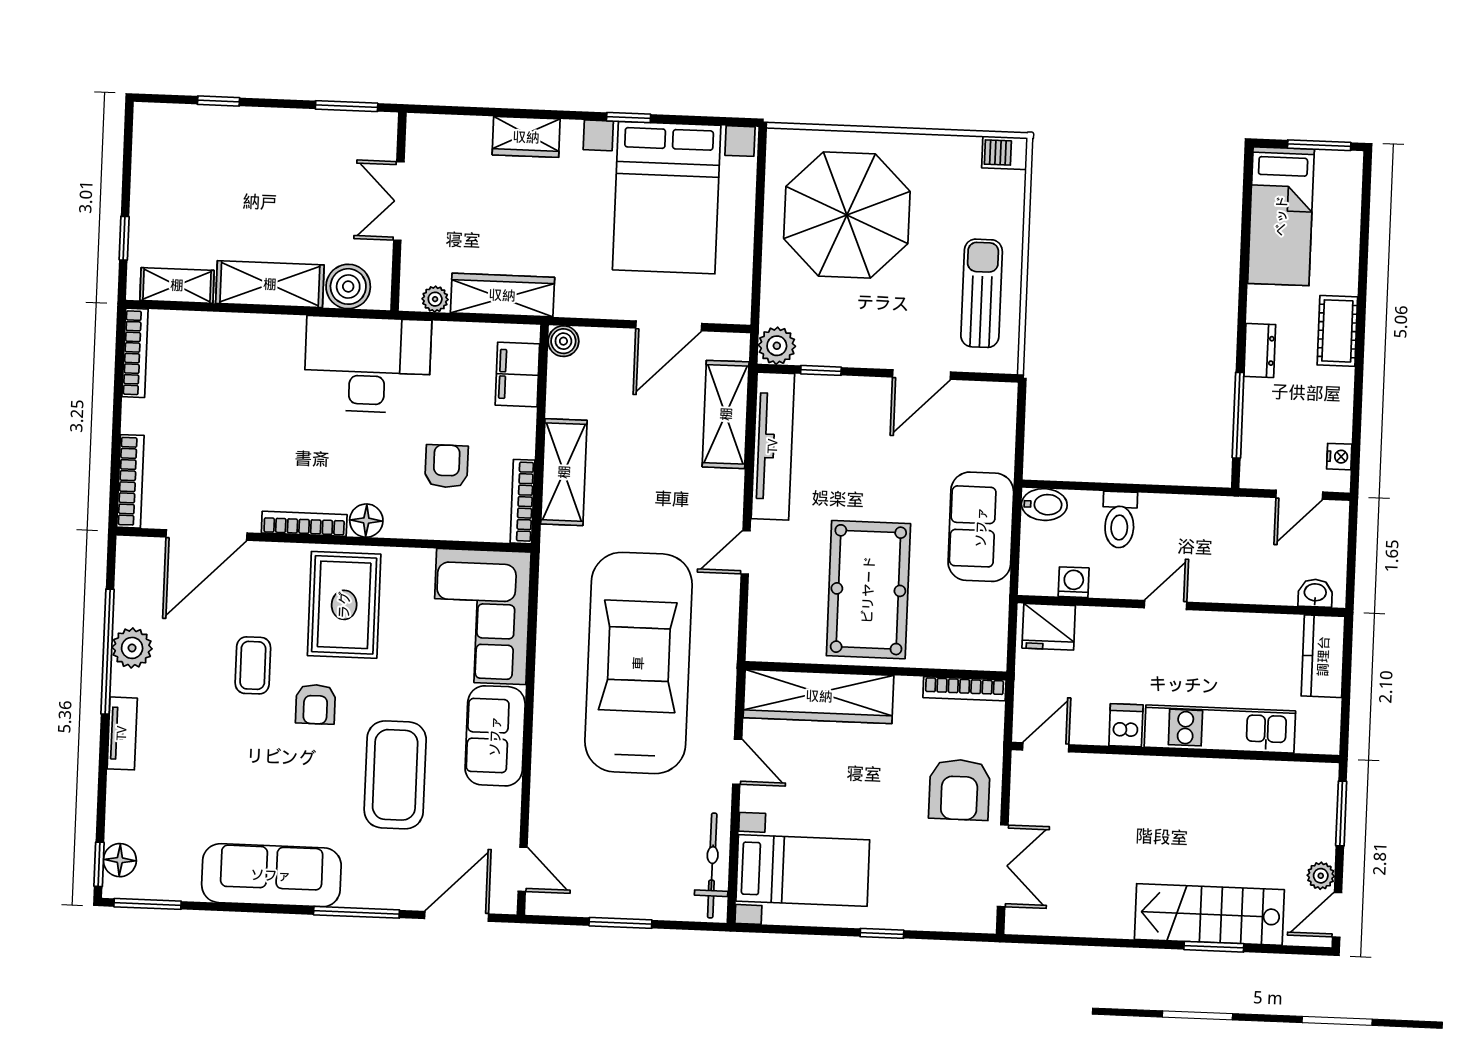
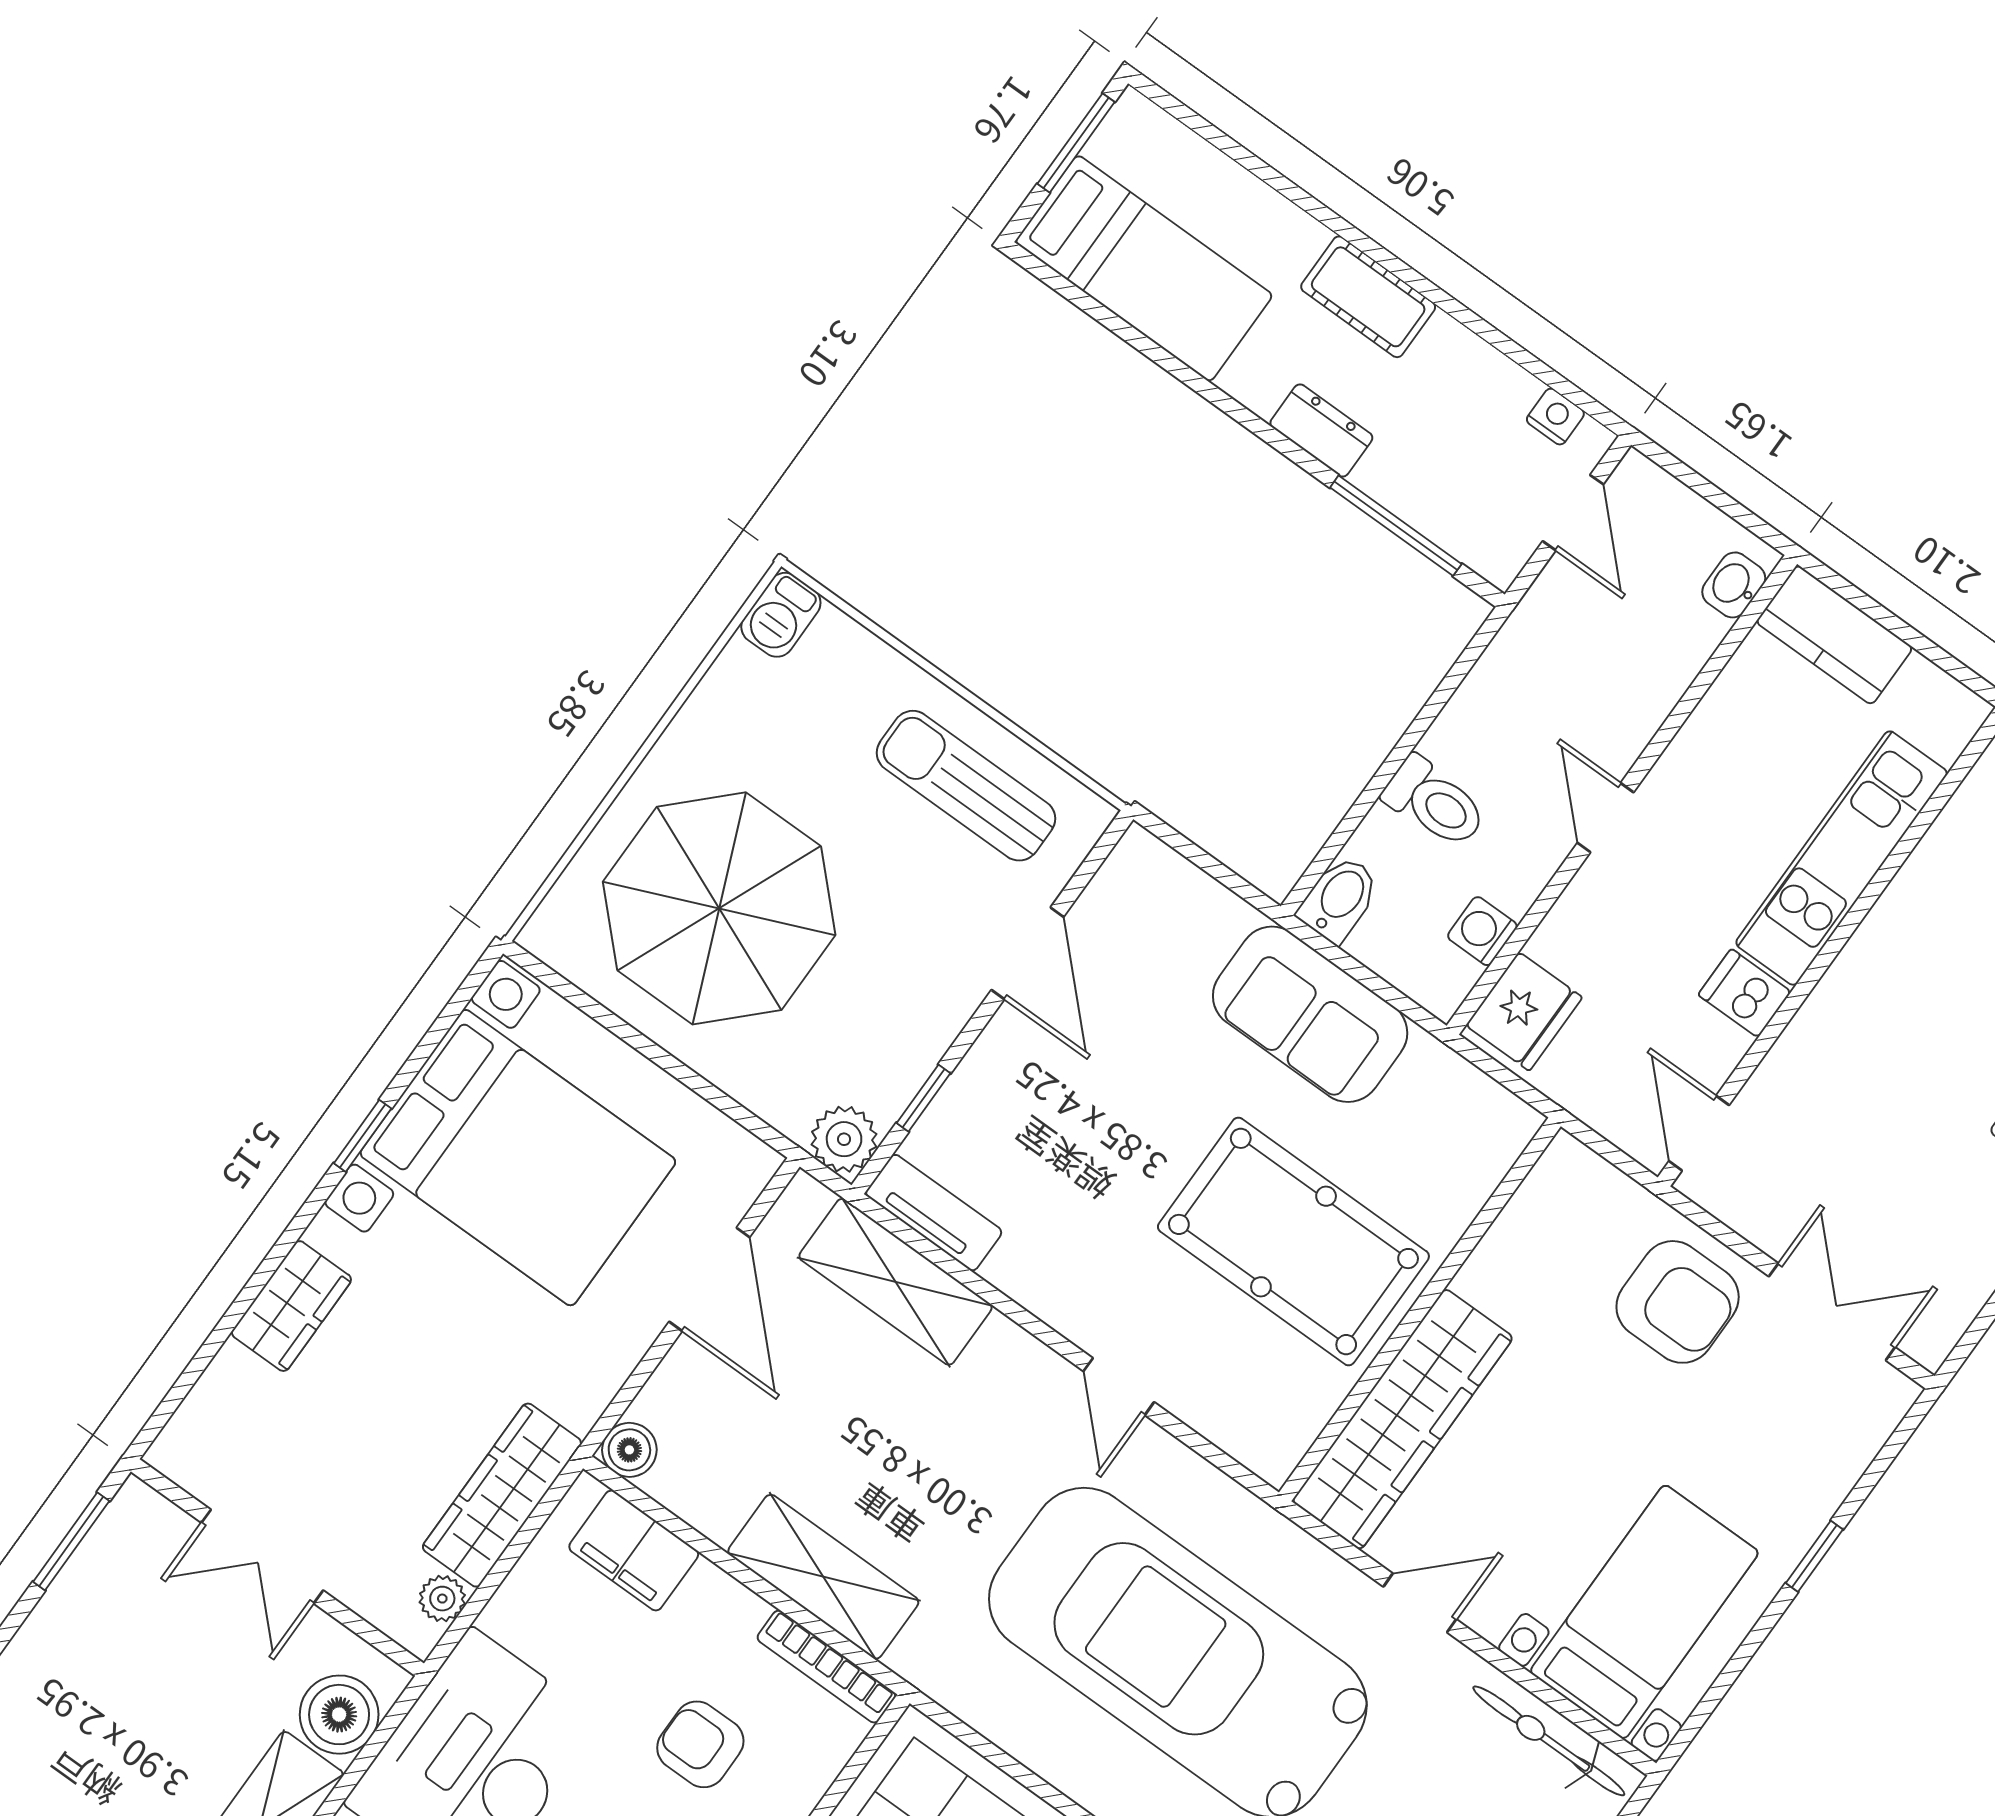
tv unit: (773, 446) -> (934, 1213), width x0.52, depth x0.78
bookcase: (964, 689) -> (1533, 1196), removed

